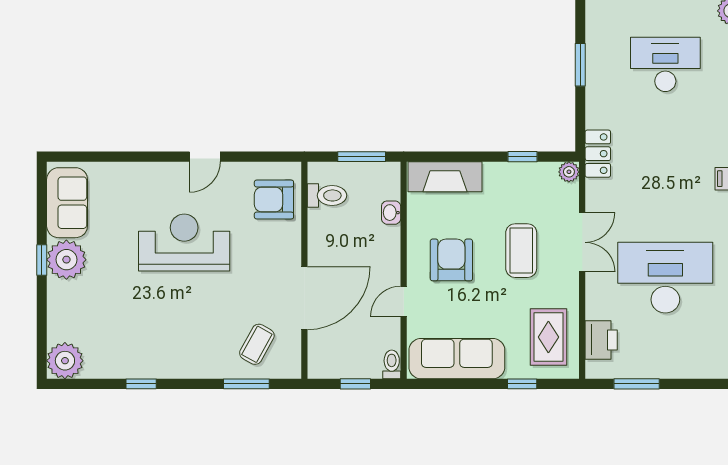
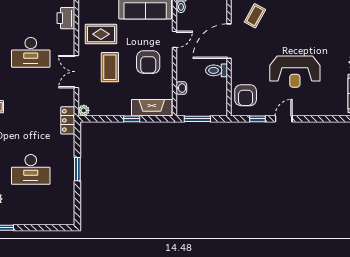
window: (252, 157) -> (258, 119), added
window: (522, 157) -> (132, 119), moved
toilet: (327, 195) -> (217, 70), moved
armchair: (274, 199) -> (246, 95), turned 90
desk: (665, 278) -> (31, 52), width x0.73, depth x0.77
rug: (548, 337) -> (101, 34), moved, turned 90

